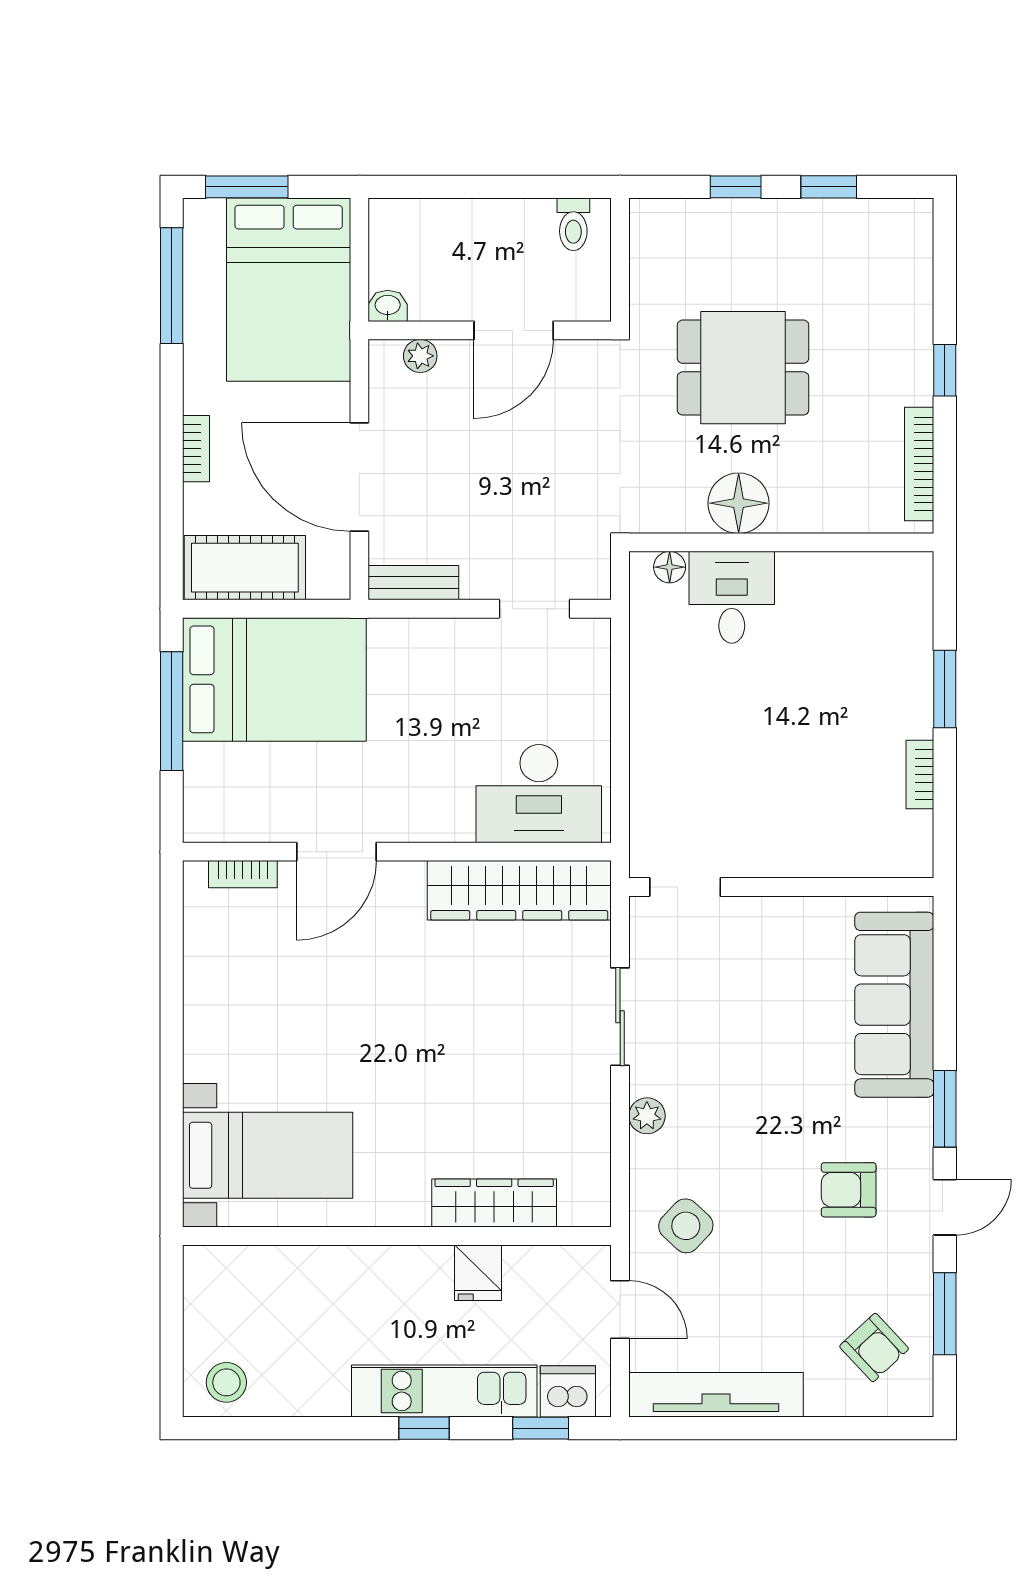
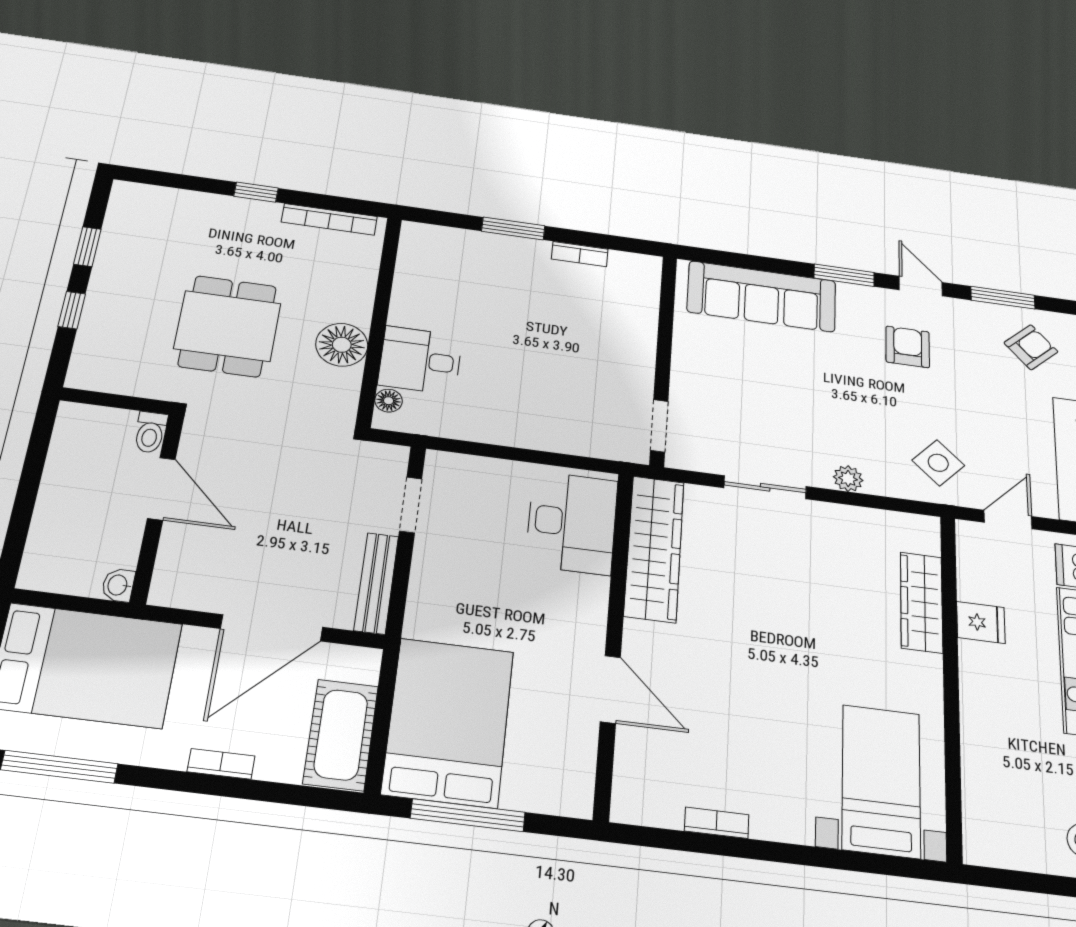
toilet: (573, 224) -> (150, 432), moved, turned 90
plant: (420, 356) -> (170, 565), removed
bench: (413, 583) -> (376, 583), width x1.36
bookcase: (243, 874) -> (717, 823), moved, turned -90
armchair: (849, 1190) -> (908, 347), turned 180

